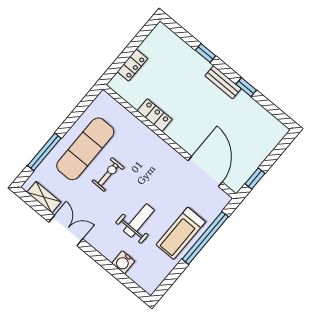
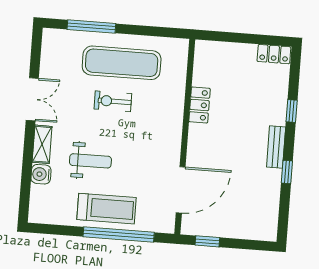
locker: (132, 65) -> (274, 54), moved
exercise bike: (108, 174) -> (113, 101), turned 180
shelving: (44, 197) -> (42, 144), moved
treadmill: (181, 233) -> (106, 209), turned 180

